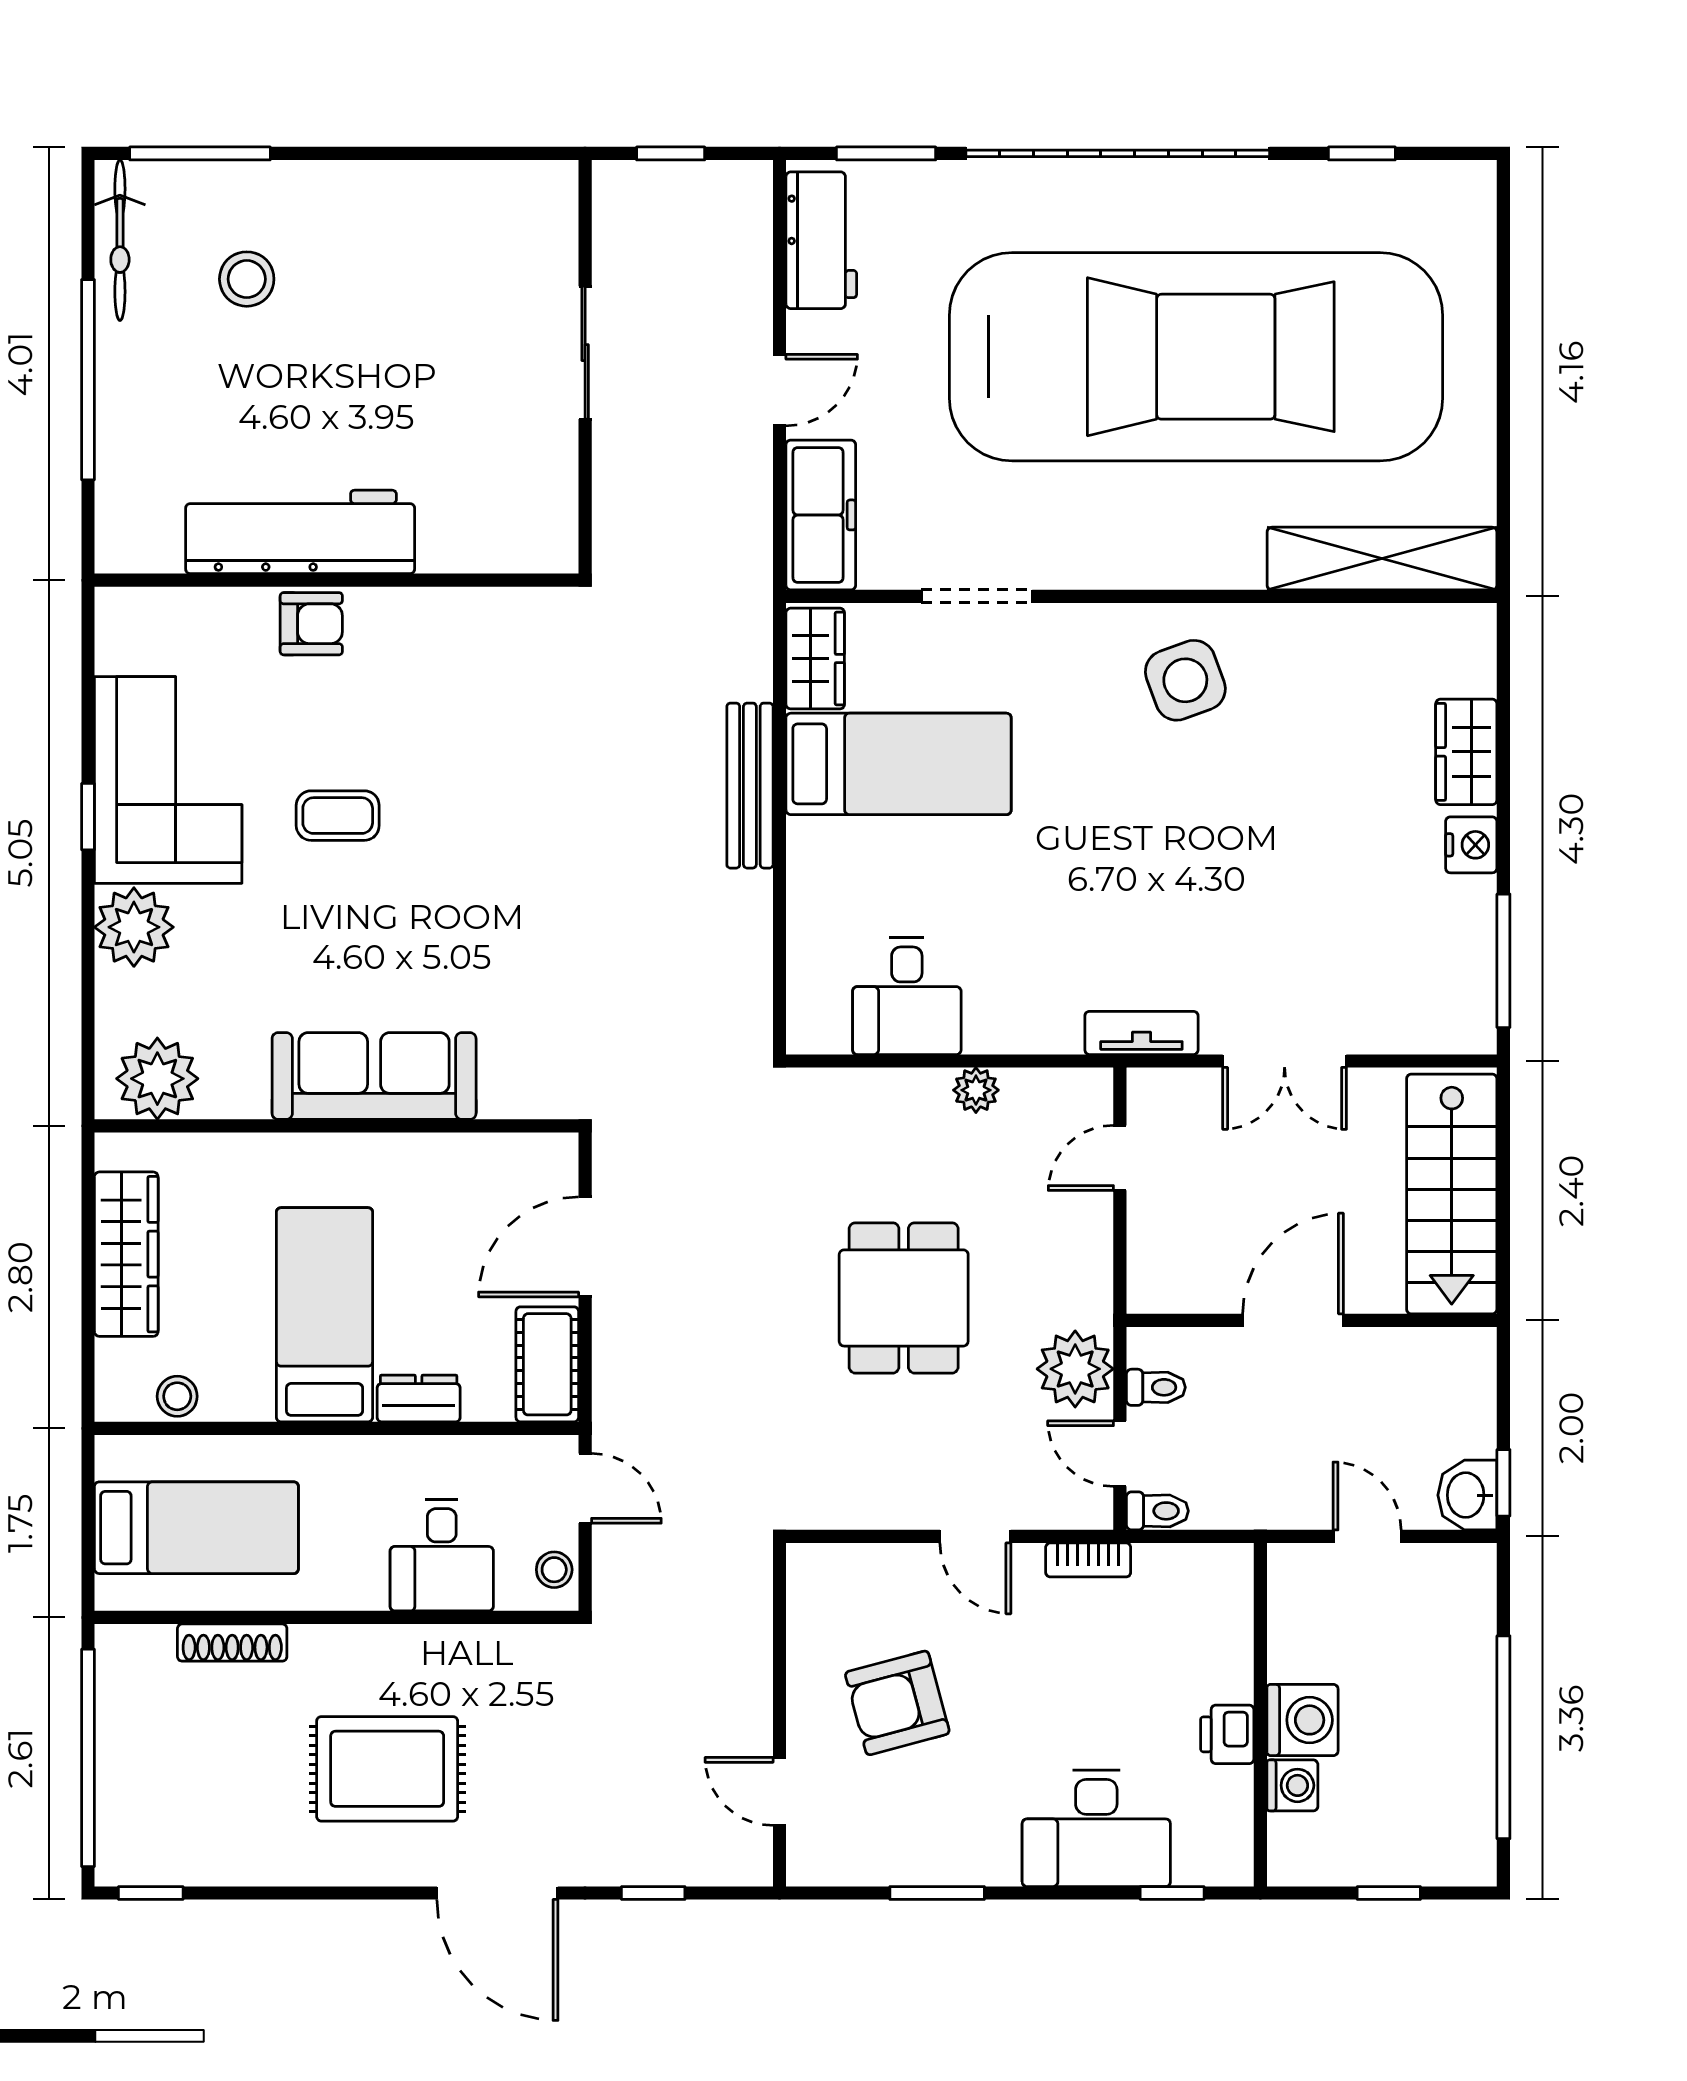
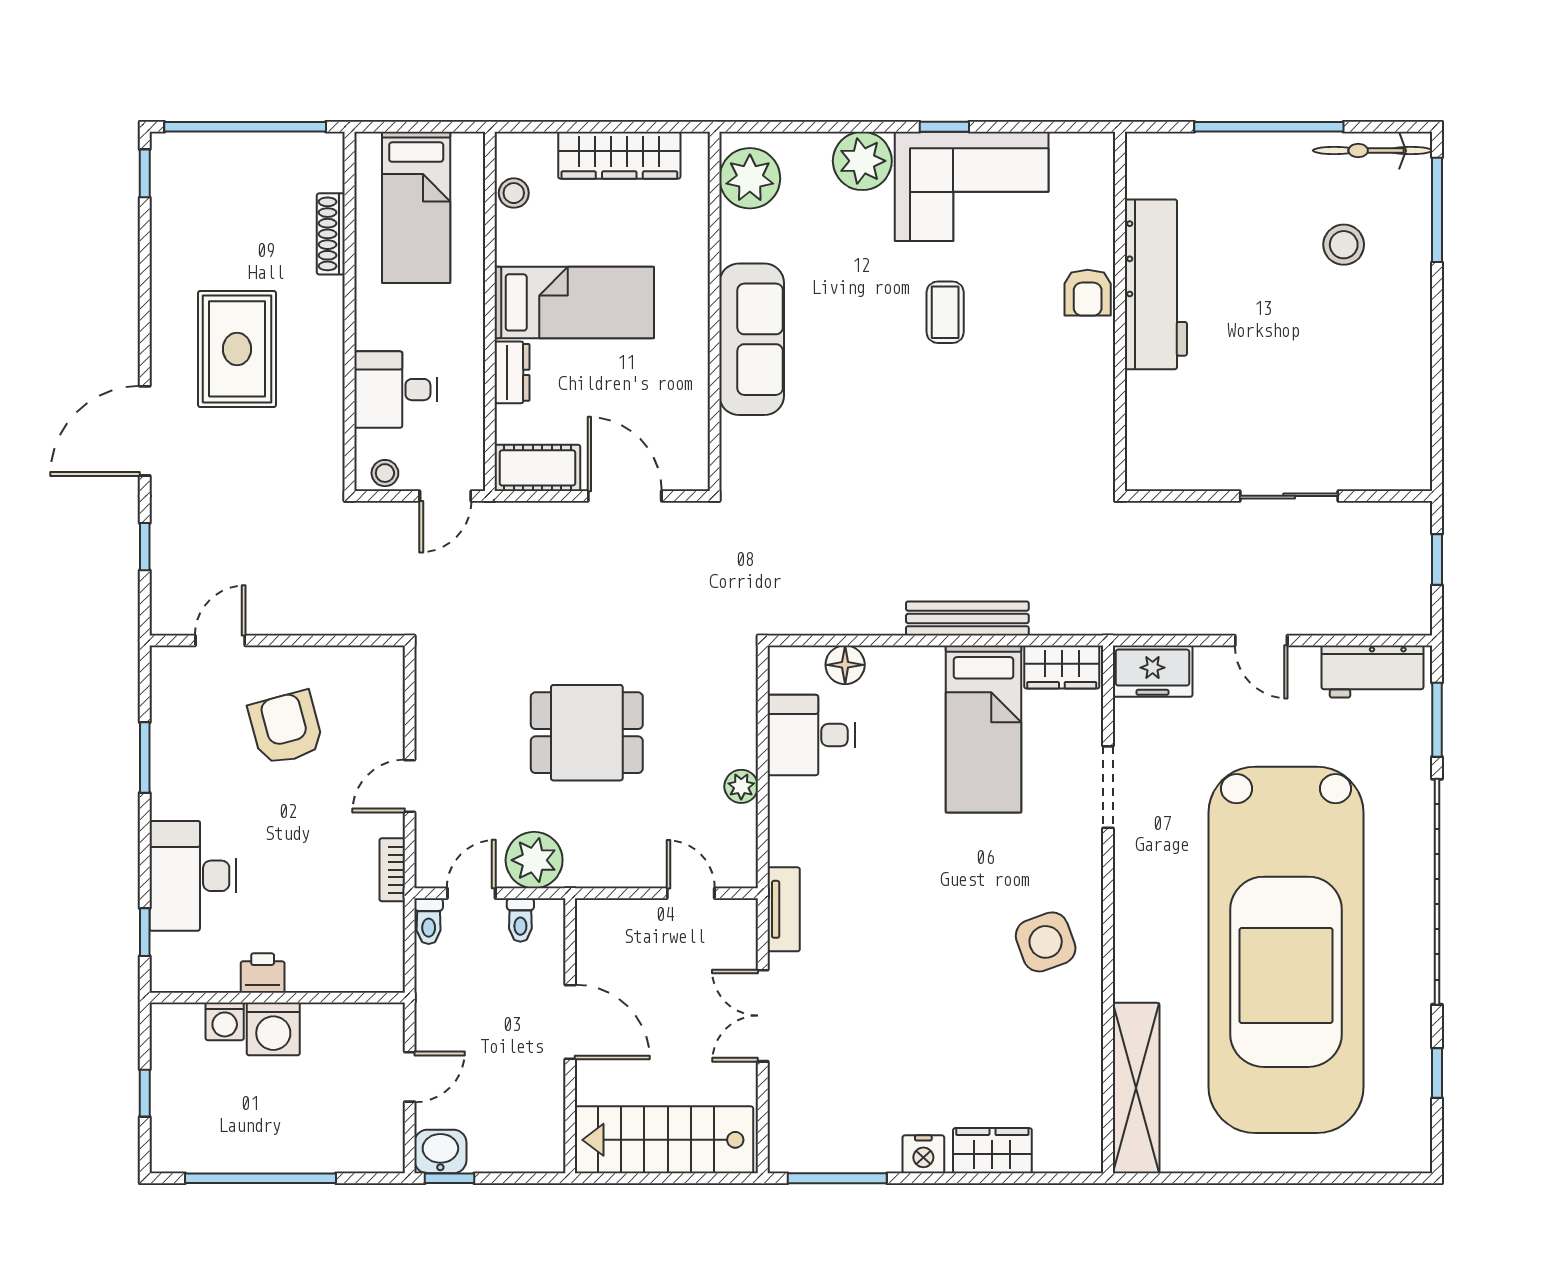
freezer: (821, 515) -> (1153, 671), width x0.71
floor lamp: (812, 950) -> (845, 665), added

